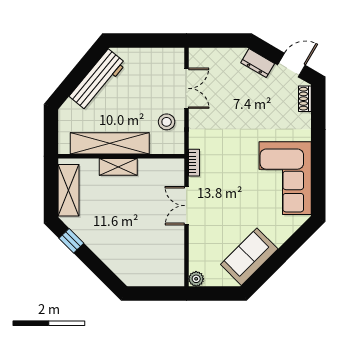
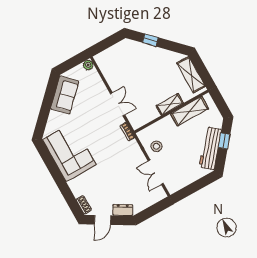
window: (74, 79) -> (224, 141), added
shelving: (110, 143) -> (190, 111), width x0.68
window: (71, 241) -> (150, 40), moved

